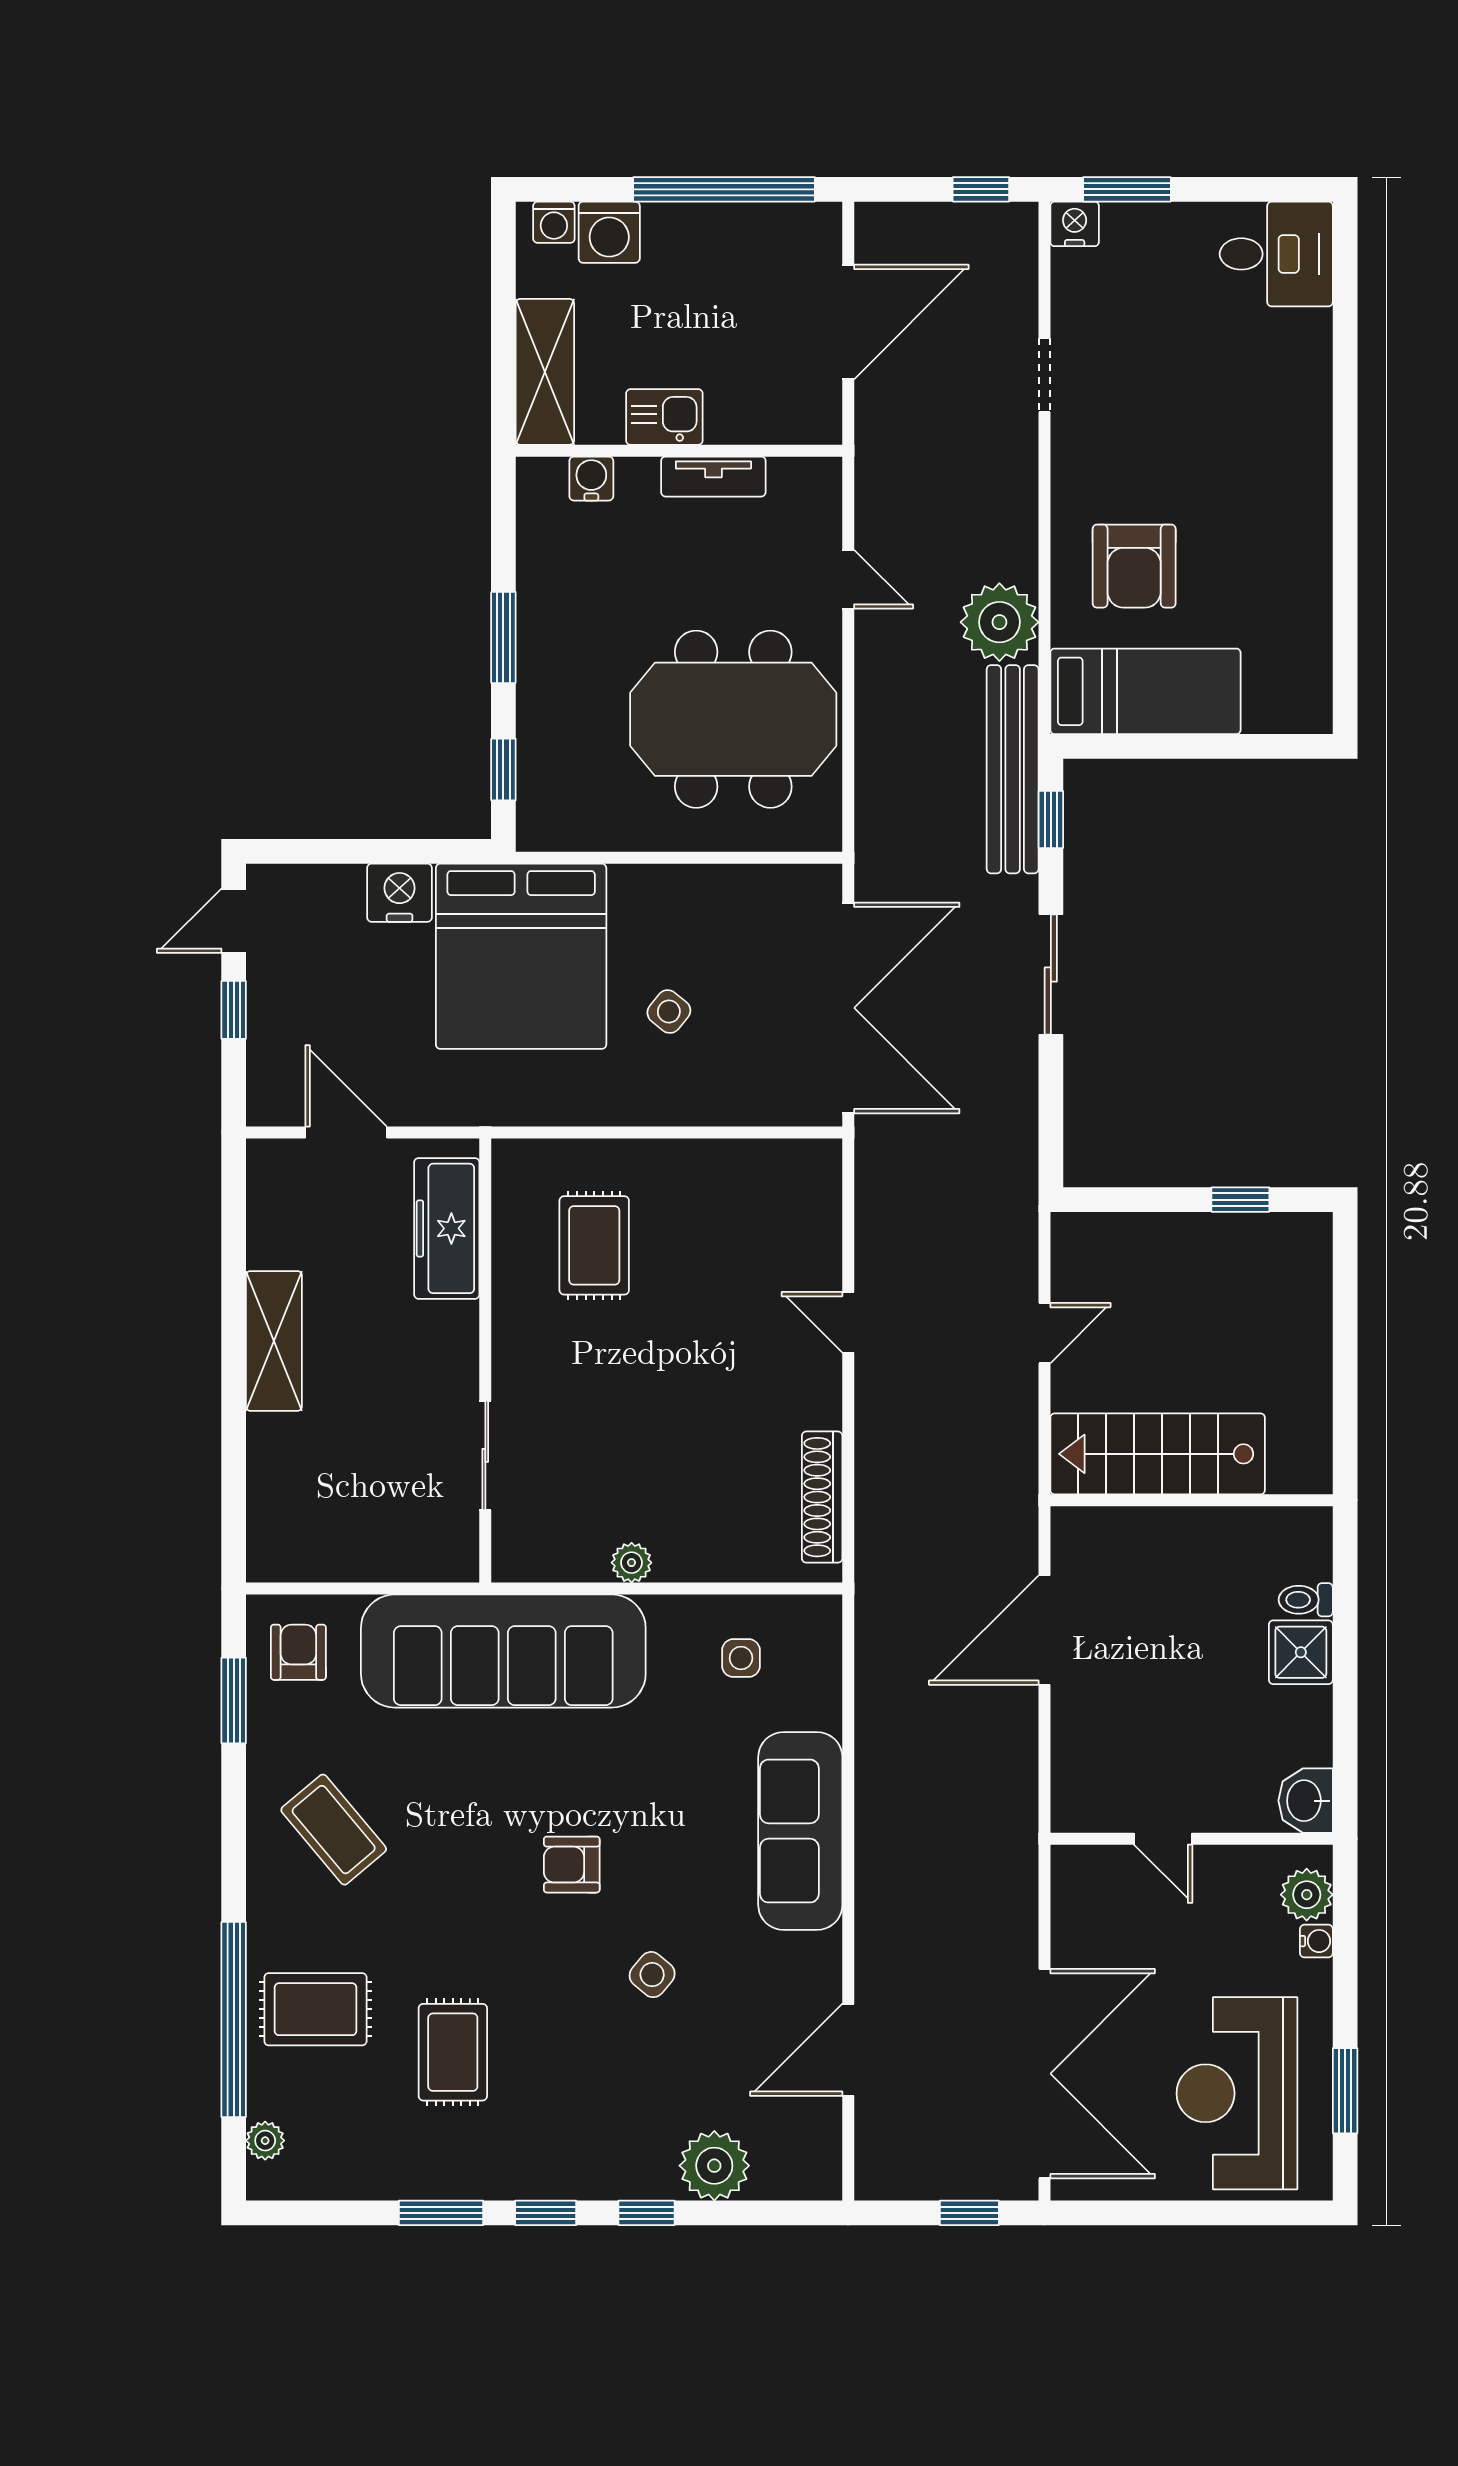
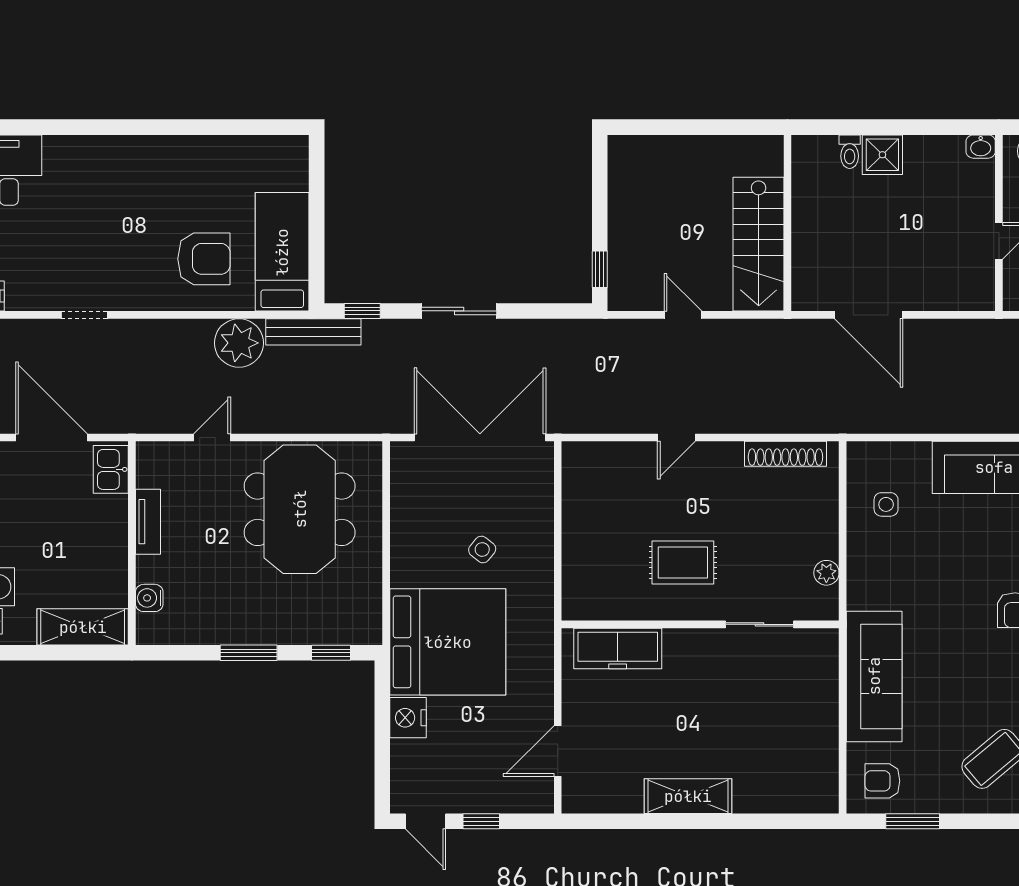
kitchen sink: (664, 417) -> (111, 469), moved
bench: (1013, 769) -> (313, 332), width x0.73, depth x0.82
window: (1240, 1200) -> (600, 269), moved
freezer: (447, 1228) -> (618, 648), moved
rug: (594, 1245) -> (683, 563), moved
wall: (485, 1360) -> (700, 624), moved
sliding door: (485, 1455) -> (759, 624), moved
sofa: (503, 1651) -> (874, 676), width x0.74, depth x0.79
washbasin: (1306, 1801) -> (981, 147), width x0.72, depth x0.69

